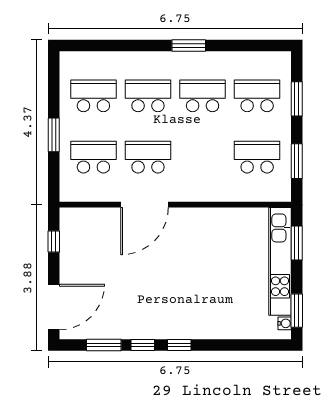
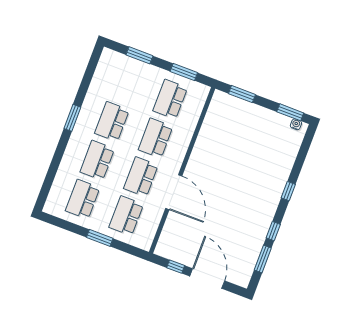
school desk: (257, 96) -> (156, 138), moved
kitchen unit: (280, 261) -> (251, 111), removed
door: (54, 307) -> (207, 279), moved
window: (179, 345) -> (288, 191), moved

